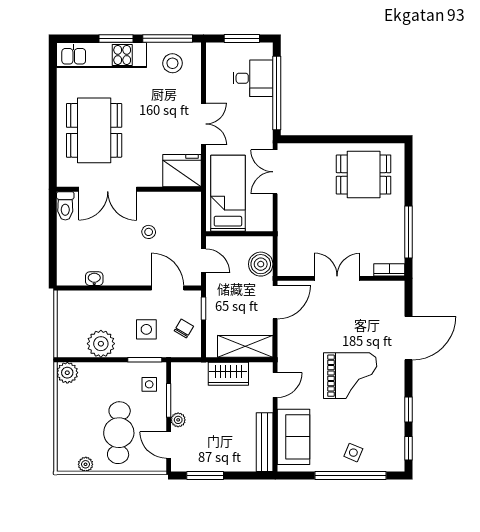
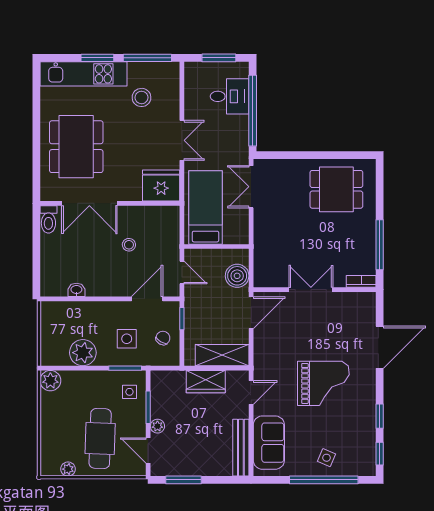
stool: (172, 63) -> (142, 97), moved
door: (168, 288) -> (147, 299), hinge flipped

